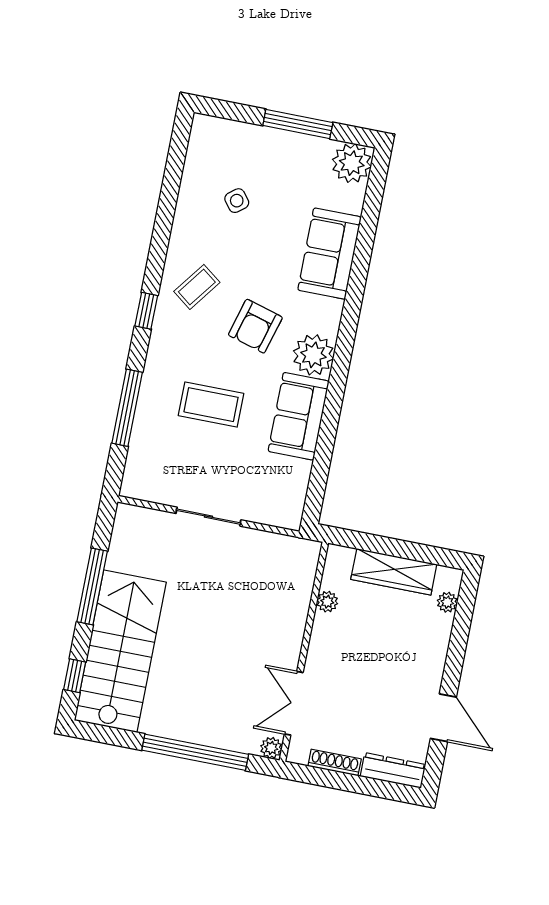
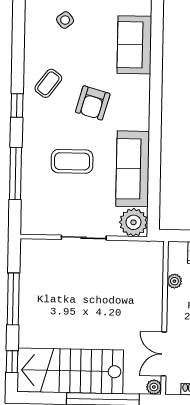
plant: (313, 355) -> (133, 222), moved
sofa: (299, 416) -> (133, 169), width x1.36
stairs: (120, 651) -> (70, 371), moved, turned -90

